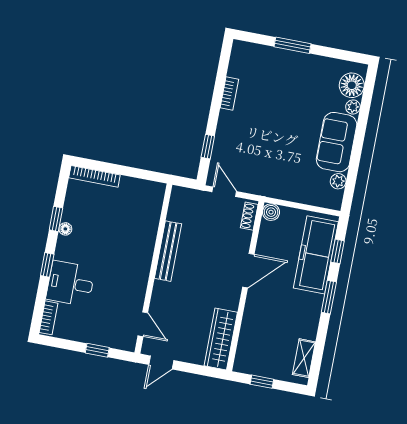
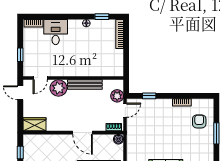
armchair: (267, 70) -> (199, 121), added
plant: (198, 200) -> (117, 96), added
window: (56, 219) -> (102, 17), moved
window: (47, 265) -> (64, 17), removed
plant: (166, 297) -> (58, 88), added
wardrobe: (221, 339) -> (35, 124), width x0.67

